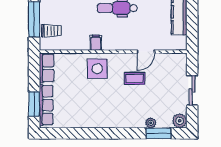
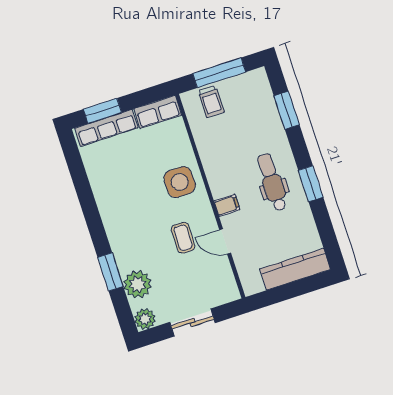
filing cabinet: (96, 43) -> (227, 205), moved
plant: (151, 123) -> (137, 284), width x1.87, depth x1.87
window: (159, 133) -> (110, 272), moved

